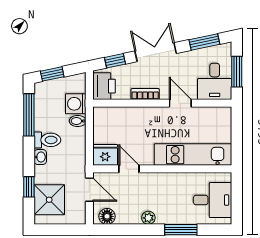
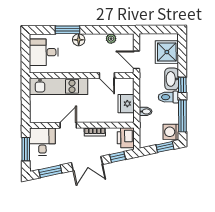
door: (180, 103) -> (68, 125), swing flipped
washing machine: (76, 104) -> (171, 132), moved, turned 180
fridge: (105, 155) -> (126, 104), moved, turned 90
washbasin: (40, 157) -> (172, 79), width x1.91, depth x1.45
window: (29, 187) -> (182, 85), moved
floor lamp: (107, 216) -> (79, 40), moved
plant: (148, 218) -> (111, 39), moved

